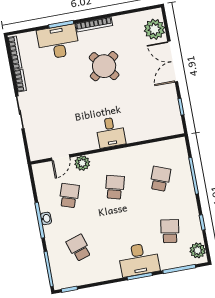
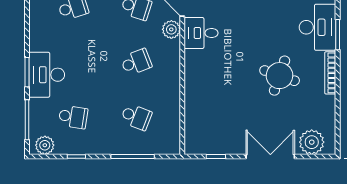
round table: (104, 66) -> (280, 76), turned -33
desk: (111, 132) -> (201, 33), moved
school desk: (115, 187) -> (136, 62), turned -36

